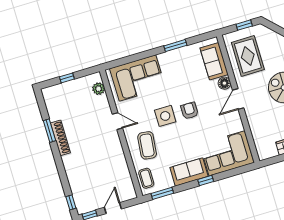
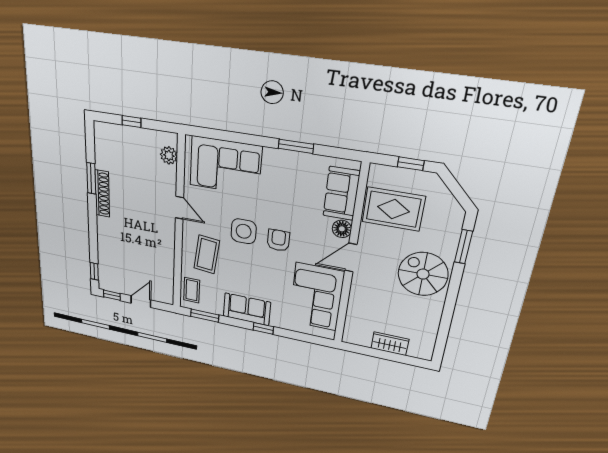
rug: (248, 56) -> (393, 209), turned 90
corner sofa: (227, 153) -> (316, 297), moved, turned -90

